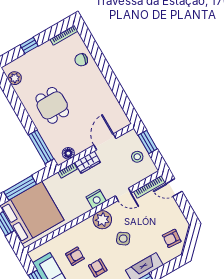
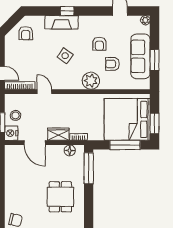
door: (105, 142) -> (35, 143), hinge flipped
nightstand: (96, 199) -> (11, 133), moved, turned -90
plant: (102, 220) -> (91, 81), moved
armchair: (172, 238) -> (26, 33), turned 86

